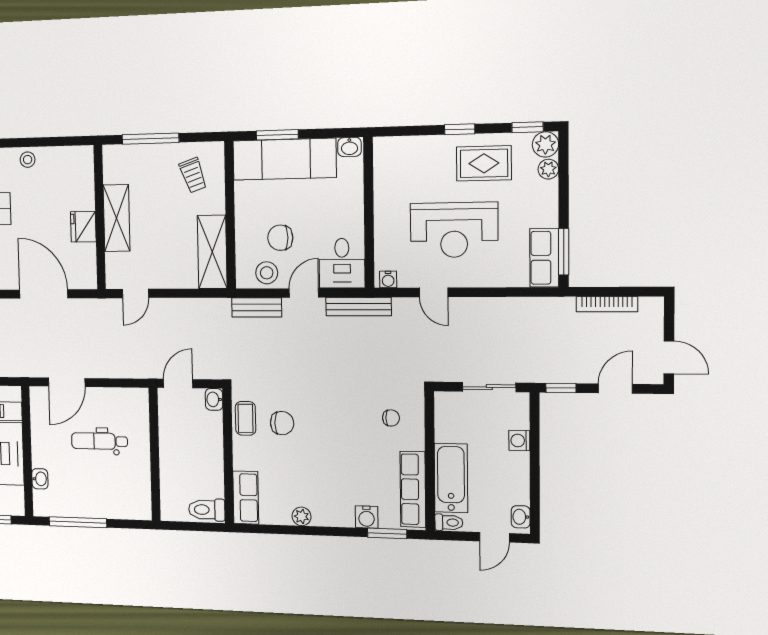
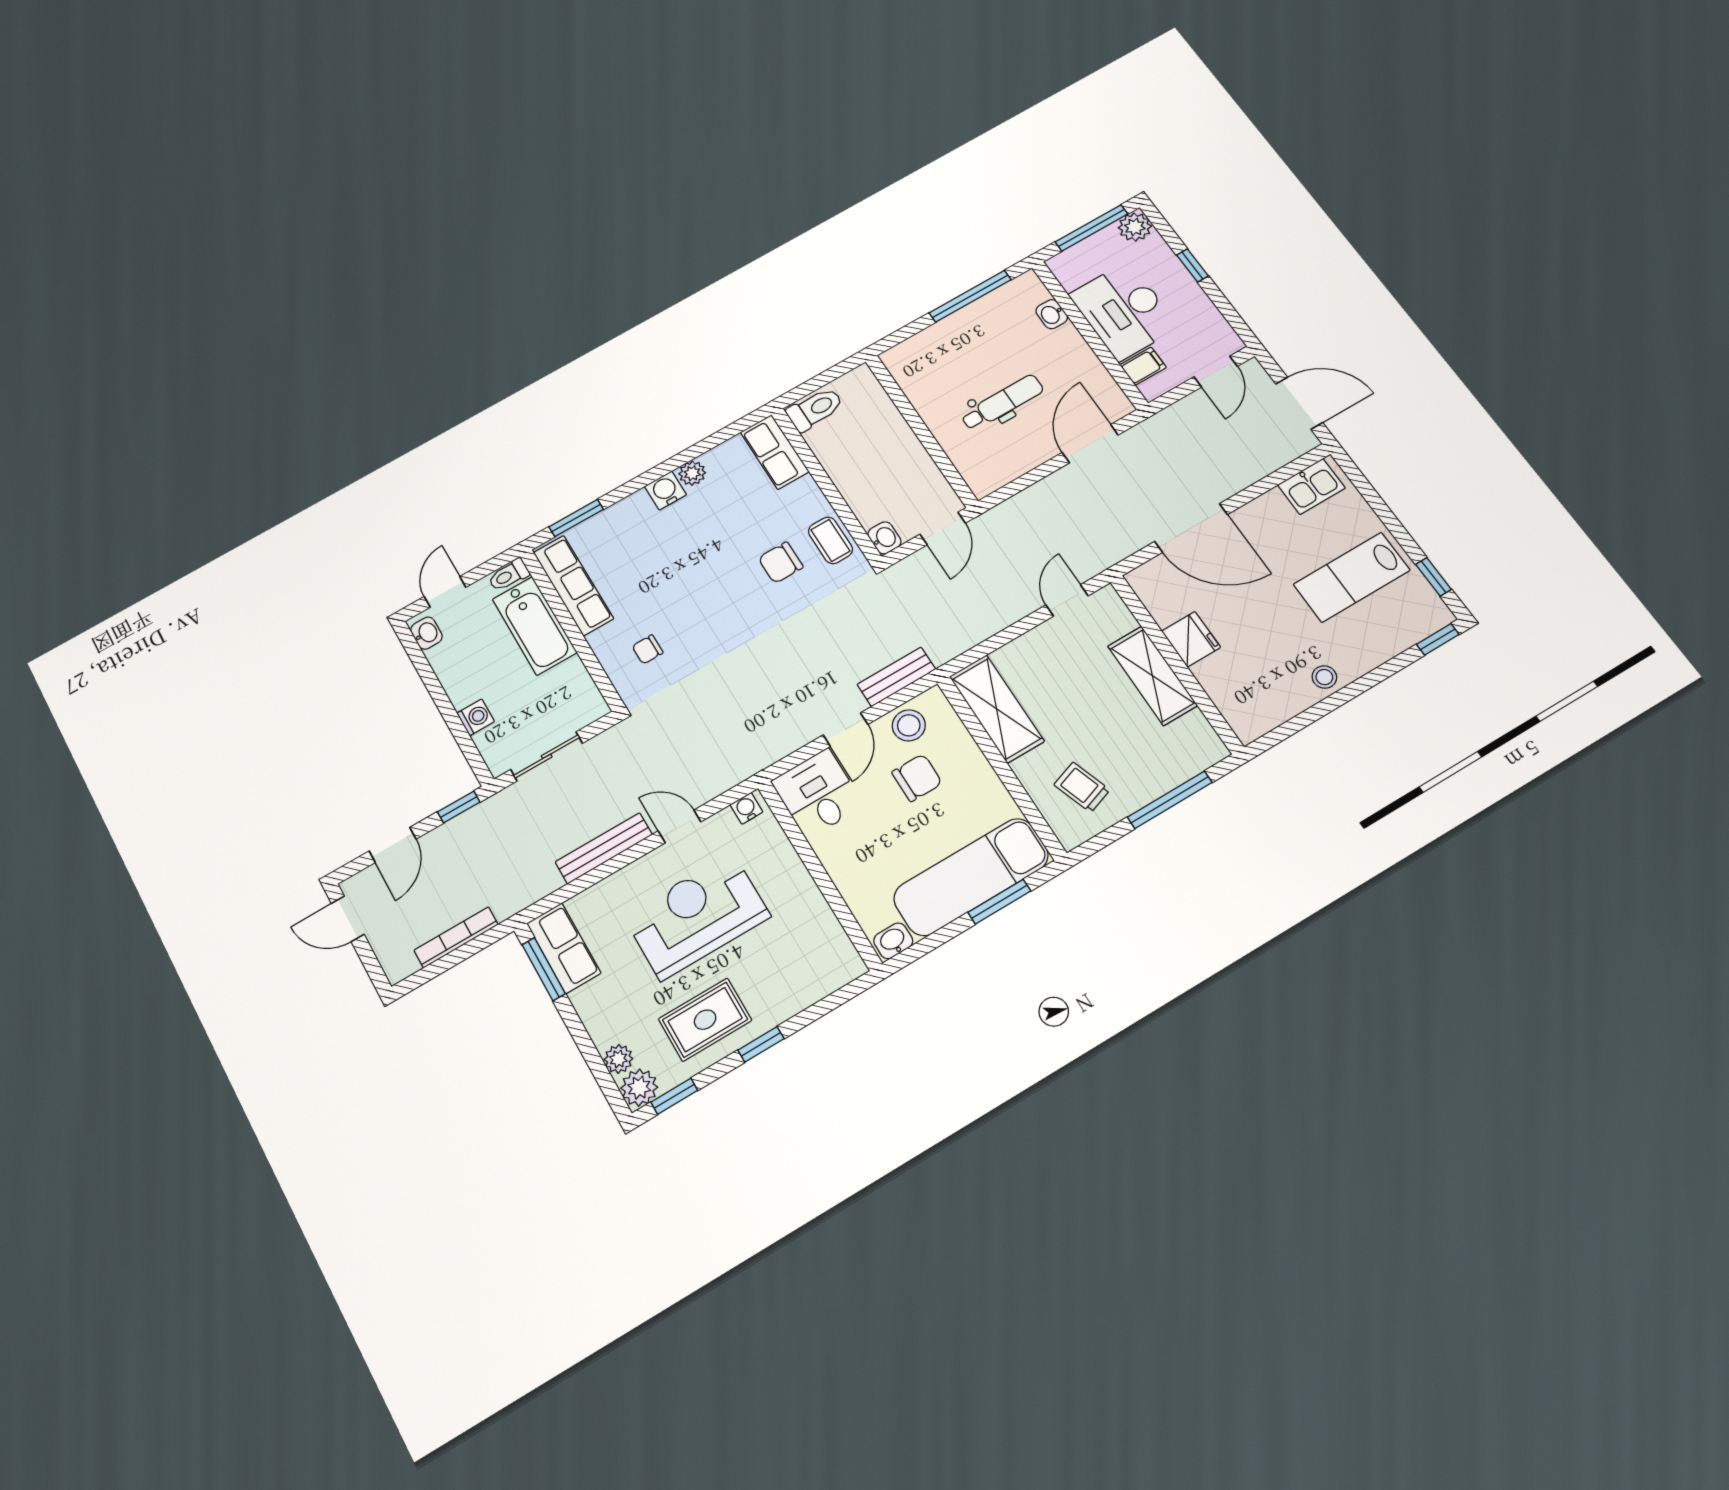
bench: (359, 307) -> (604, 848), moved
water cooler: (367, 517) -> (666, 491), moved

